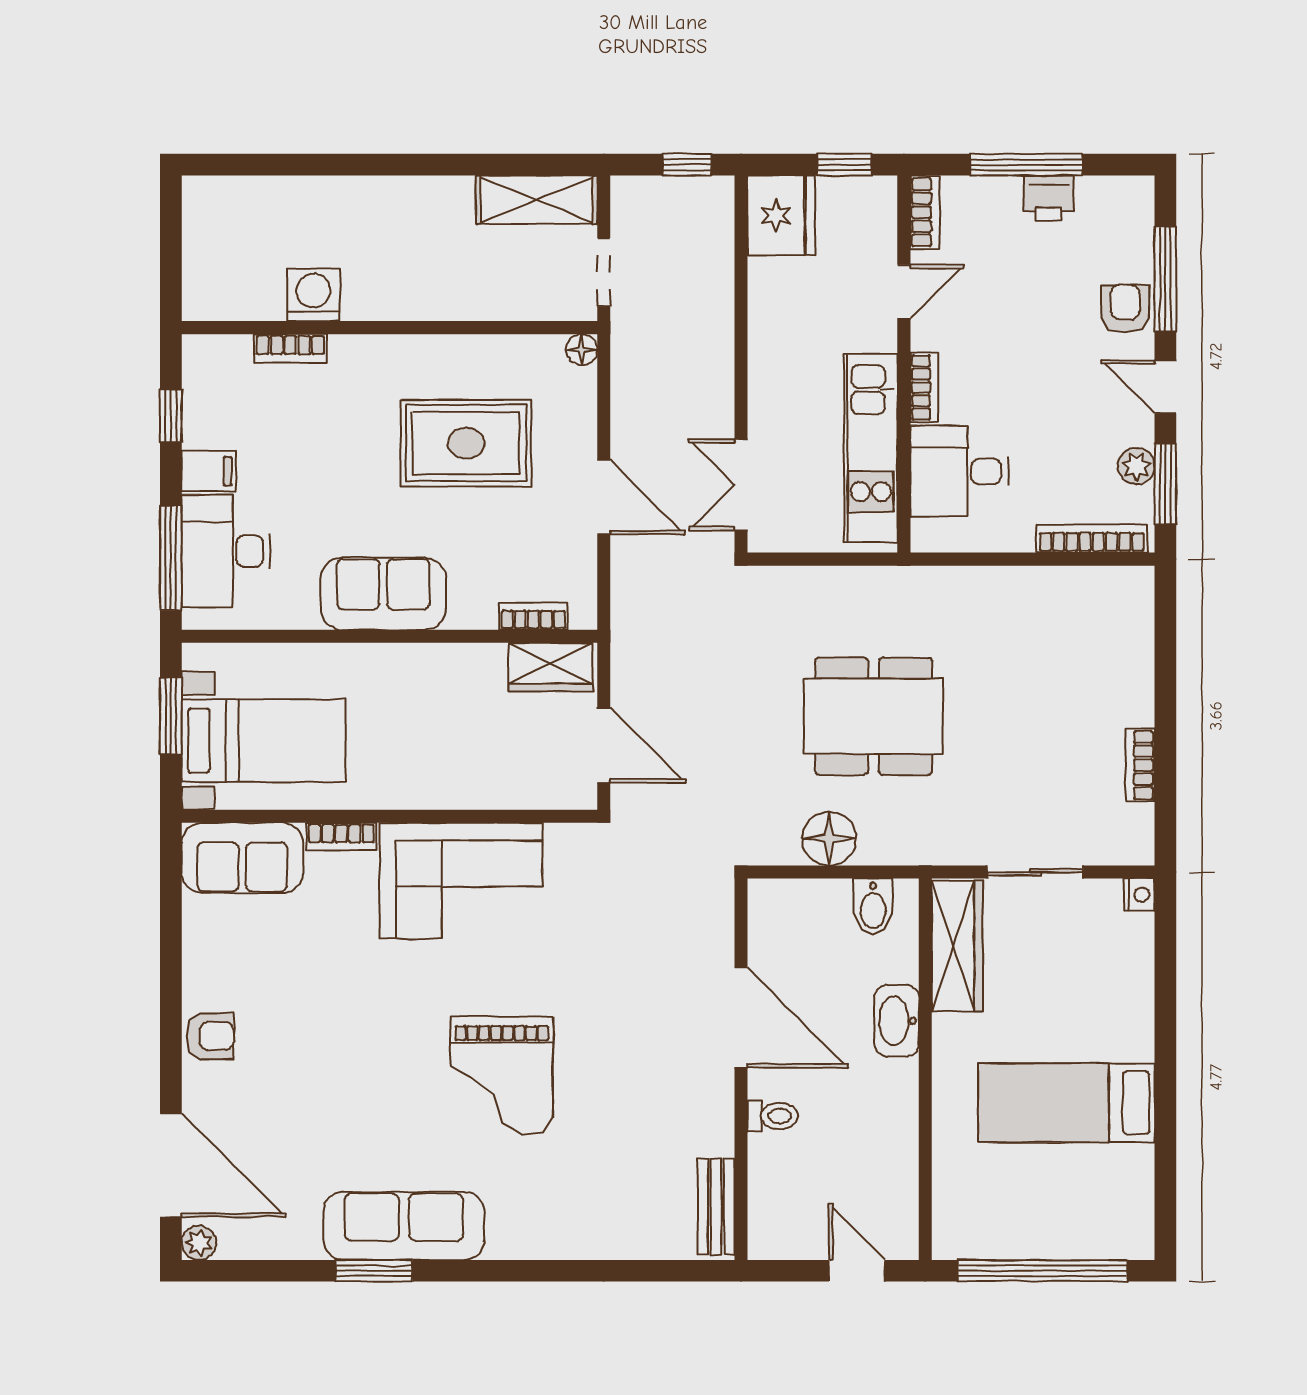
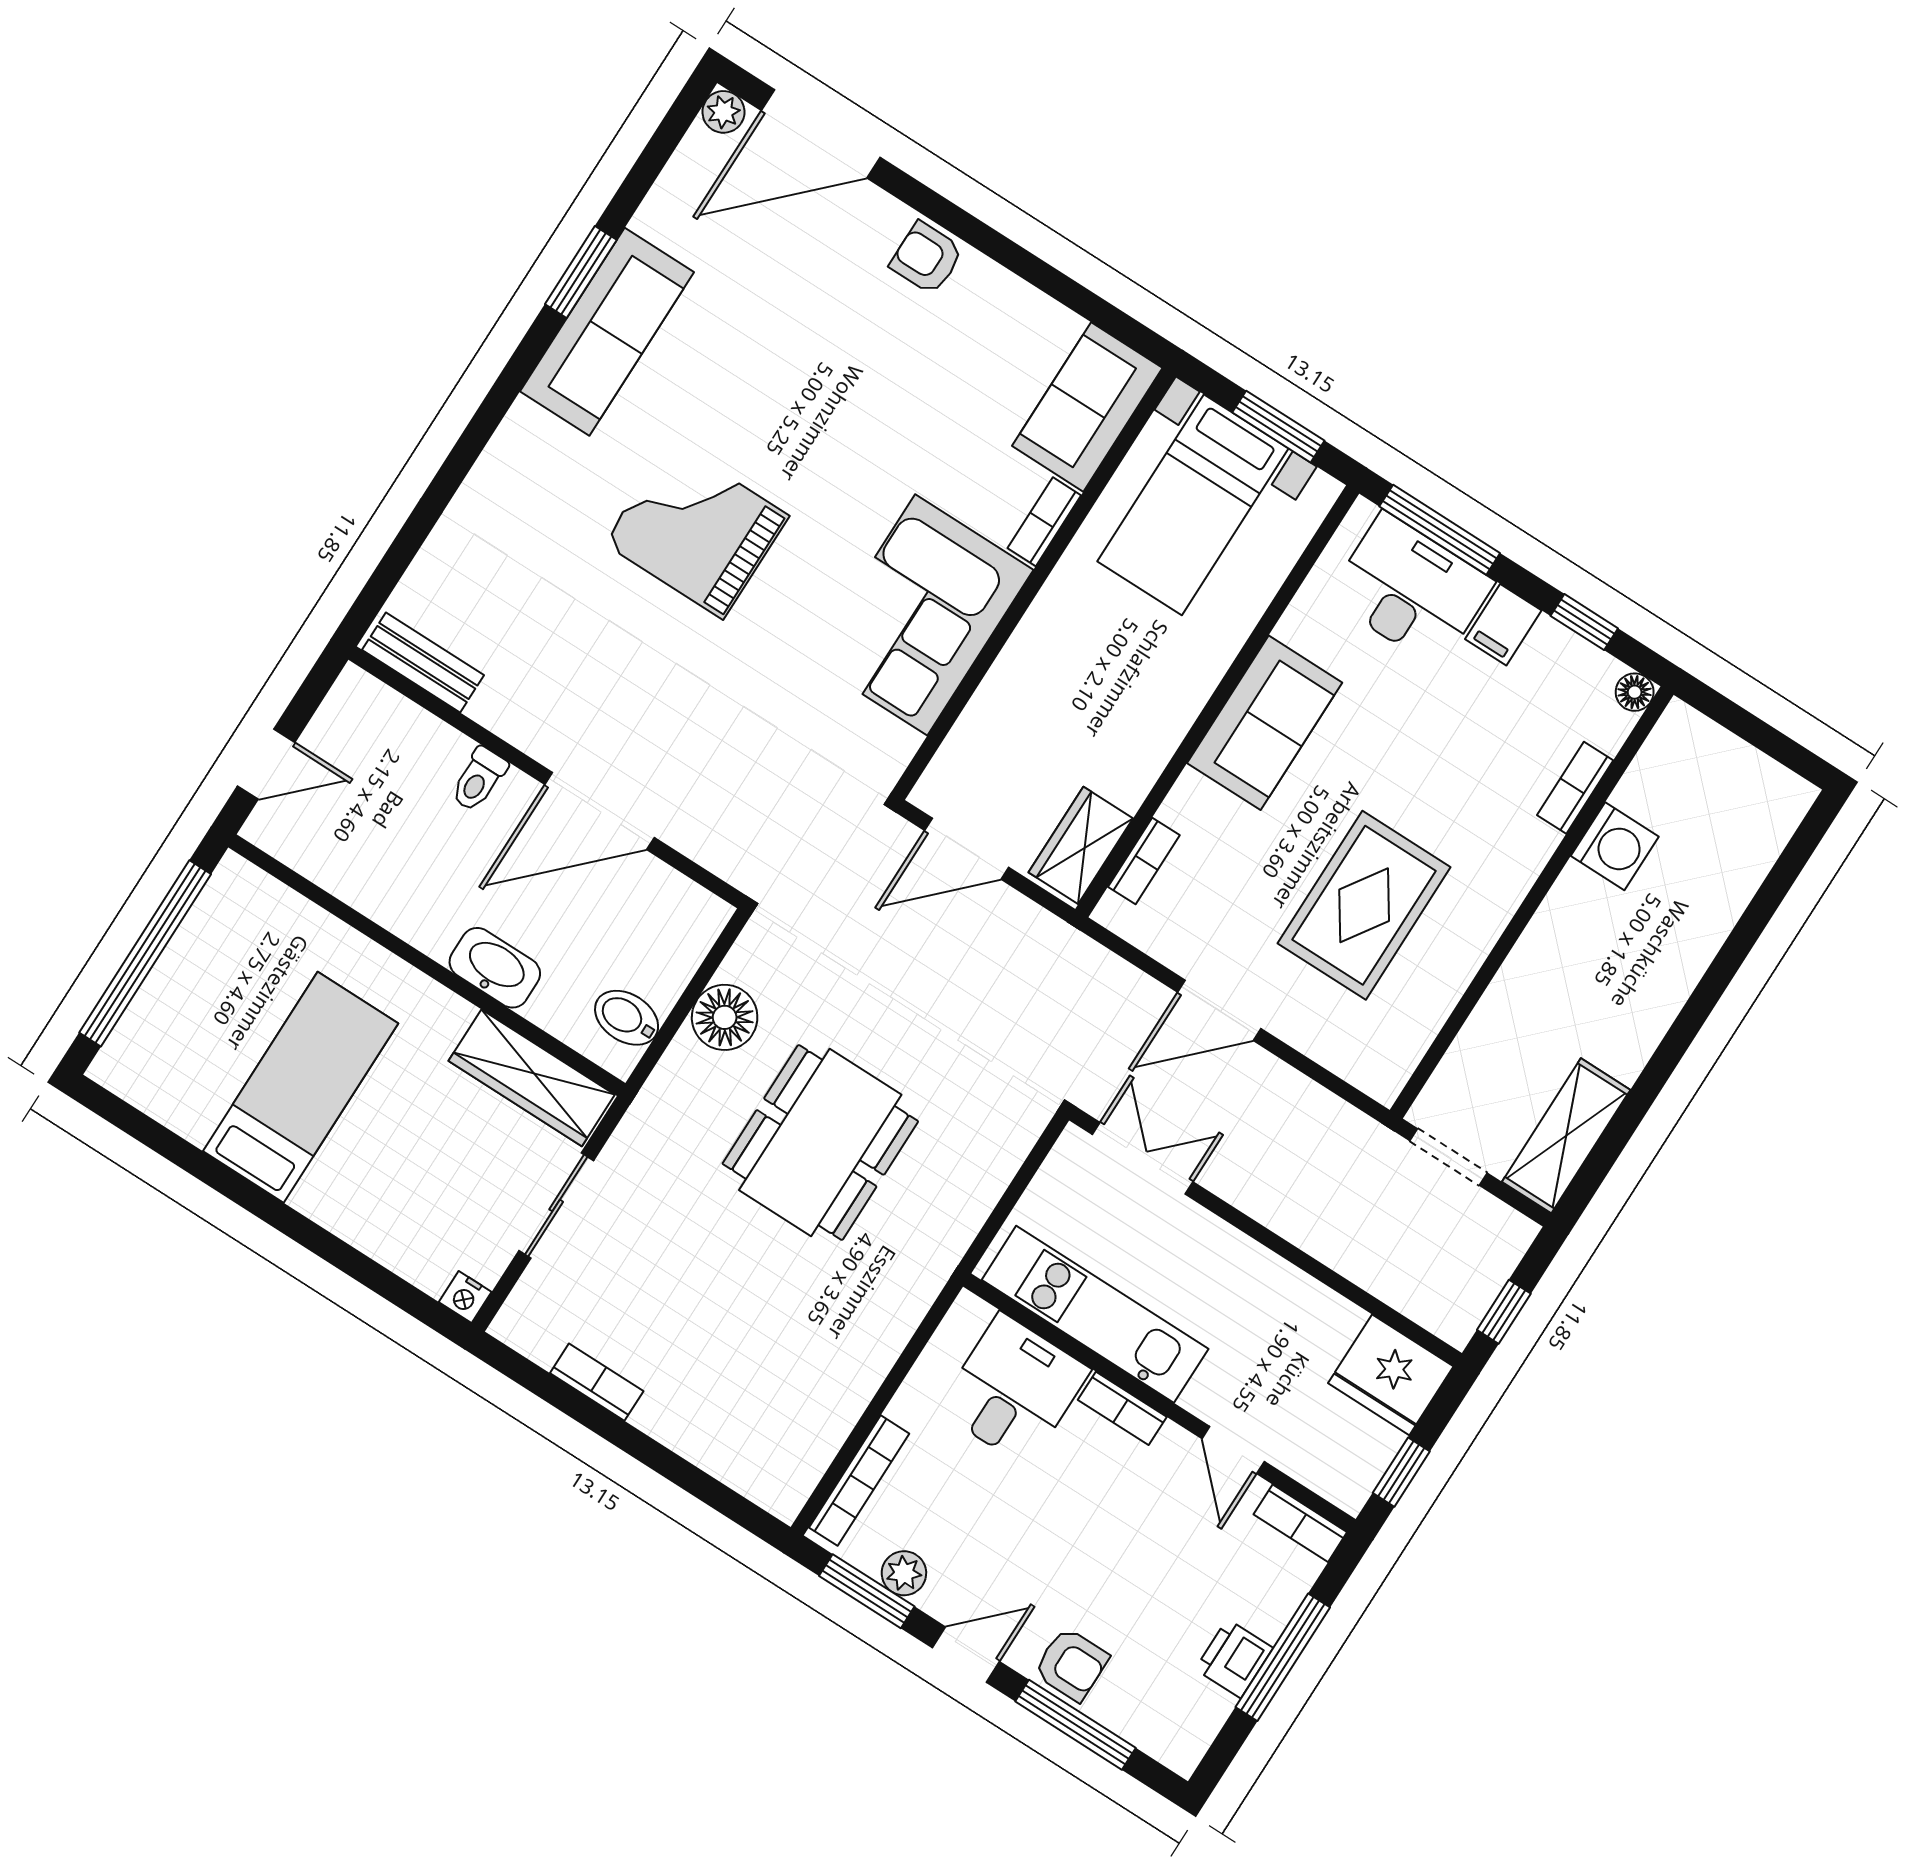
floor lamp: (582, 350) -> (1635, 692), moved
armchair: (210, 1036) -> (927, 258), turned 90

